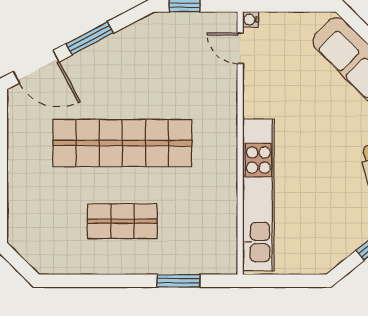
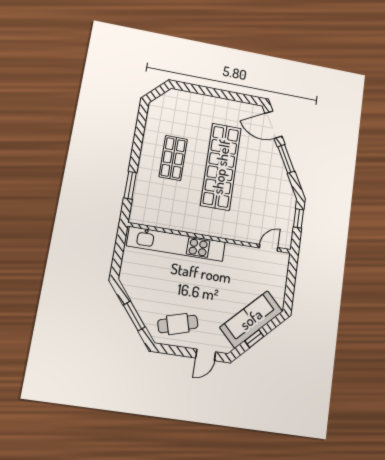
water cooler: (251, 20) -> (285, 257), removed
door: (36, 67) -> (273, 125), hinge flipped

